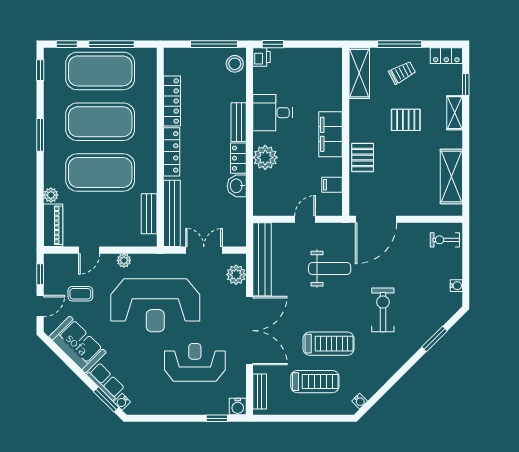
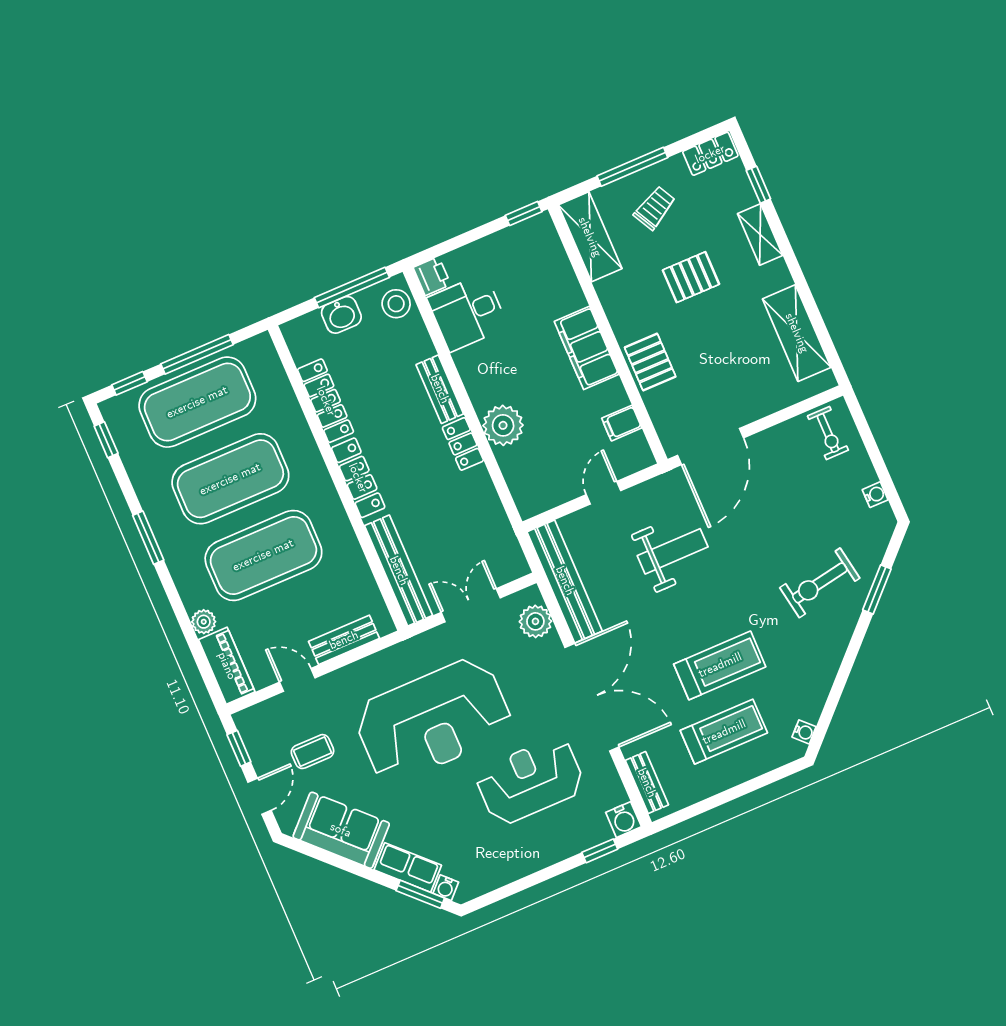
window: (273, 44) -> (524, 214), moved
desk: (273, 113) -> (468, 313), moved
washbasin: (237, 186) -> (341, 315), moved, turned -90
bench: (149, 214) -> (344, 640), moved, turned 90
exercise bike: (445, 240) -> (828, 433), turned -90
door: (89, 250) -> (297, 680), swing flipped
plant: (124, 260) -> (357, 673), removed
exercise bike: (383, 310) -> (820, 583), moved, turned -100

